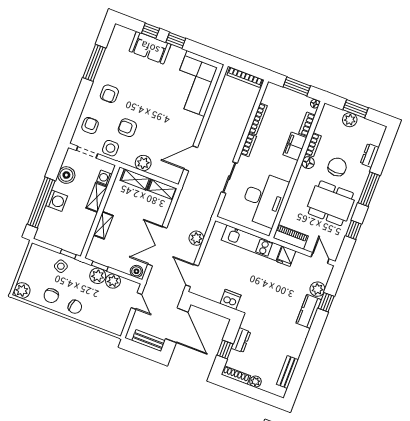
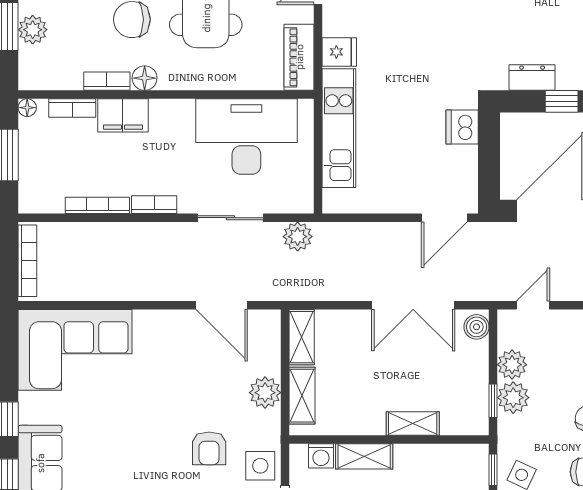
plant: (196, 238) -> (298, 237), moved

